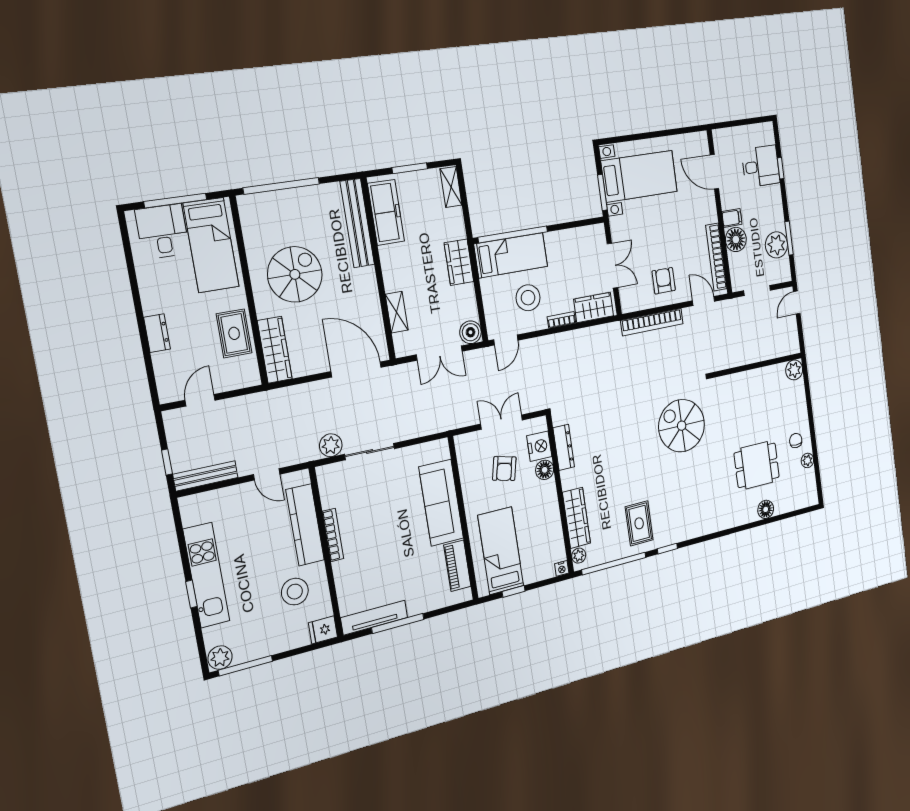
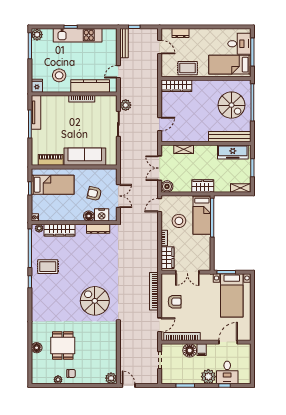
plant: (776, 245) -> (208, 377), moved
spiral stairs: (295, 274) -> (231, 105), moved
door: (797, 303) -> (129, 385), moved
dresser: (157, 333) -> (181, 33), moved
door: (506, 340) -> (160, 205), hinge flipped
door: (356, 369) -> (160, 124), width x0.53
spiral stairs: (682, 426) -> (95, 301), turned -90

